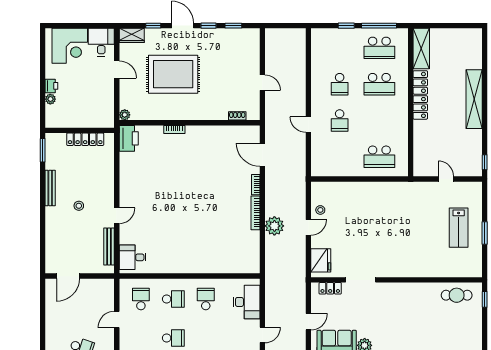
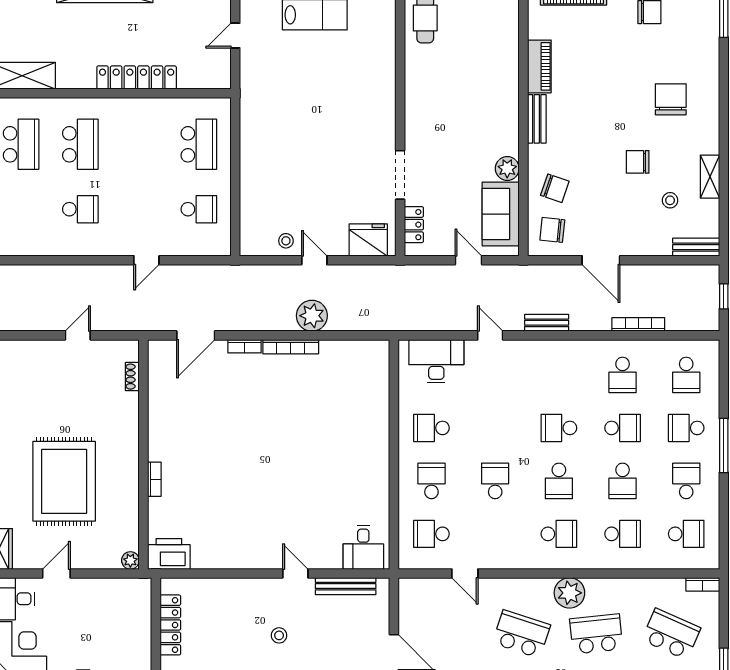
locker: (420, 95) -> (137, 77), moved
school desk: (340, 120) -> (199, 209), moved

